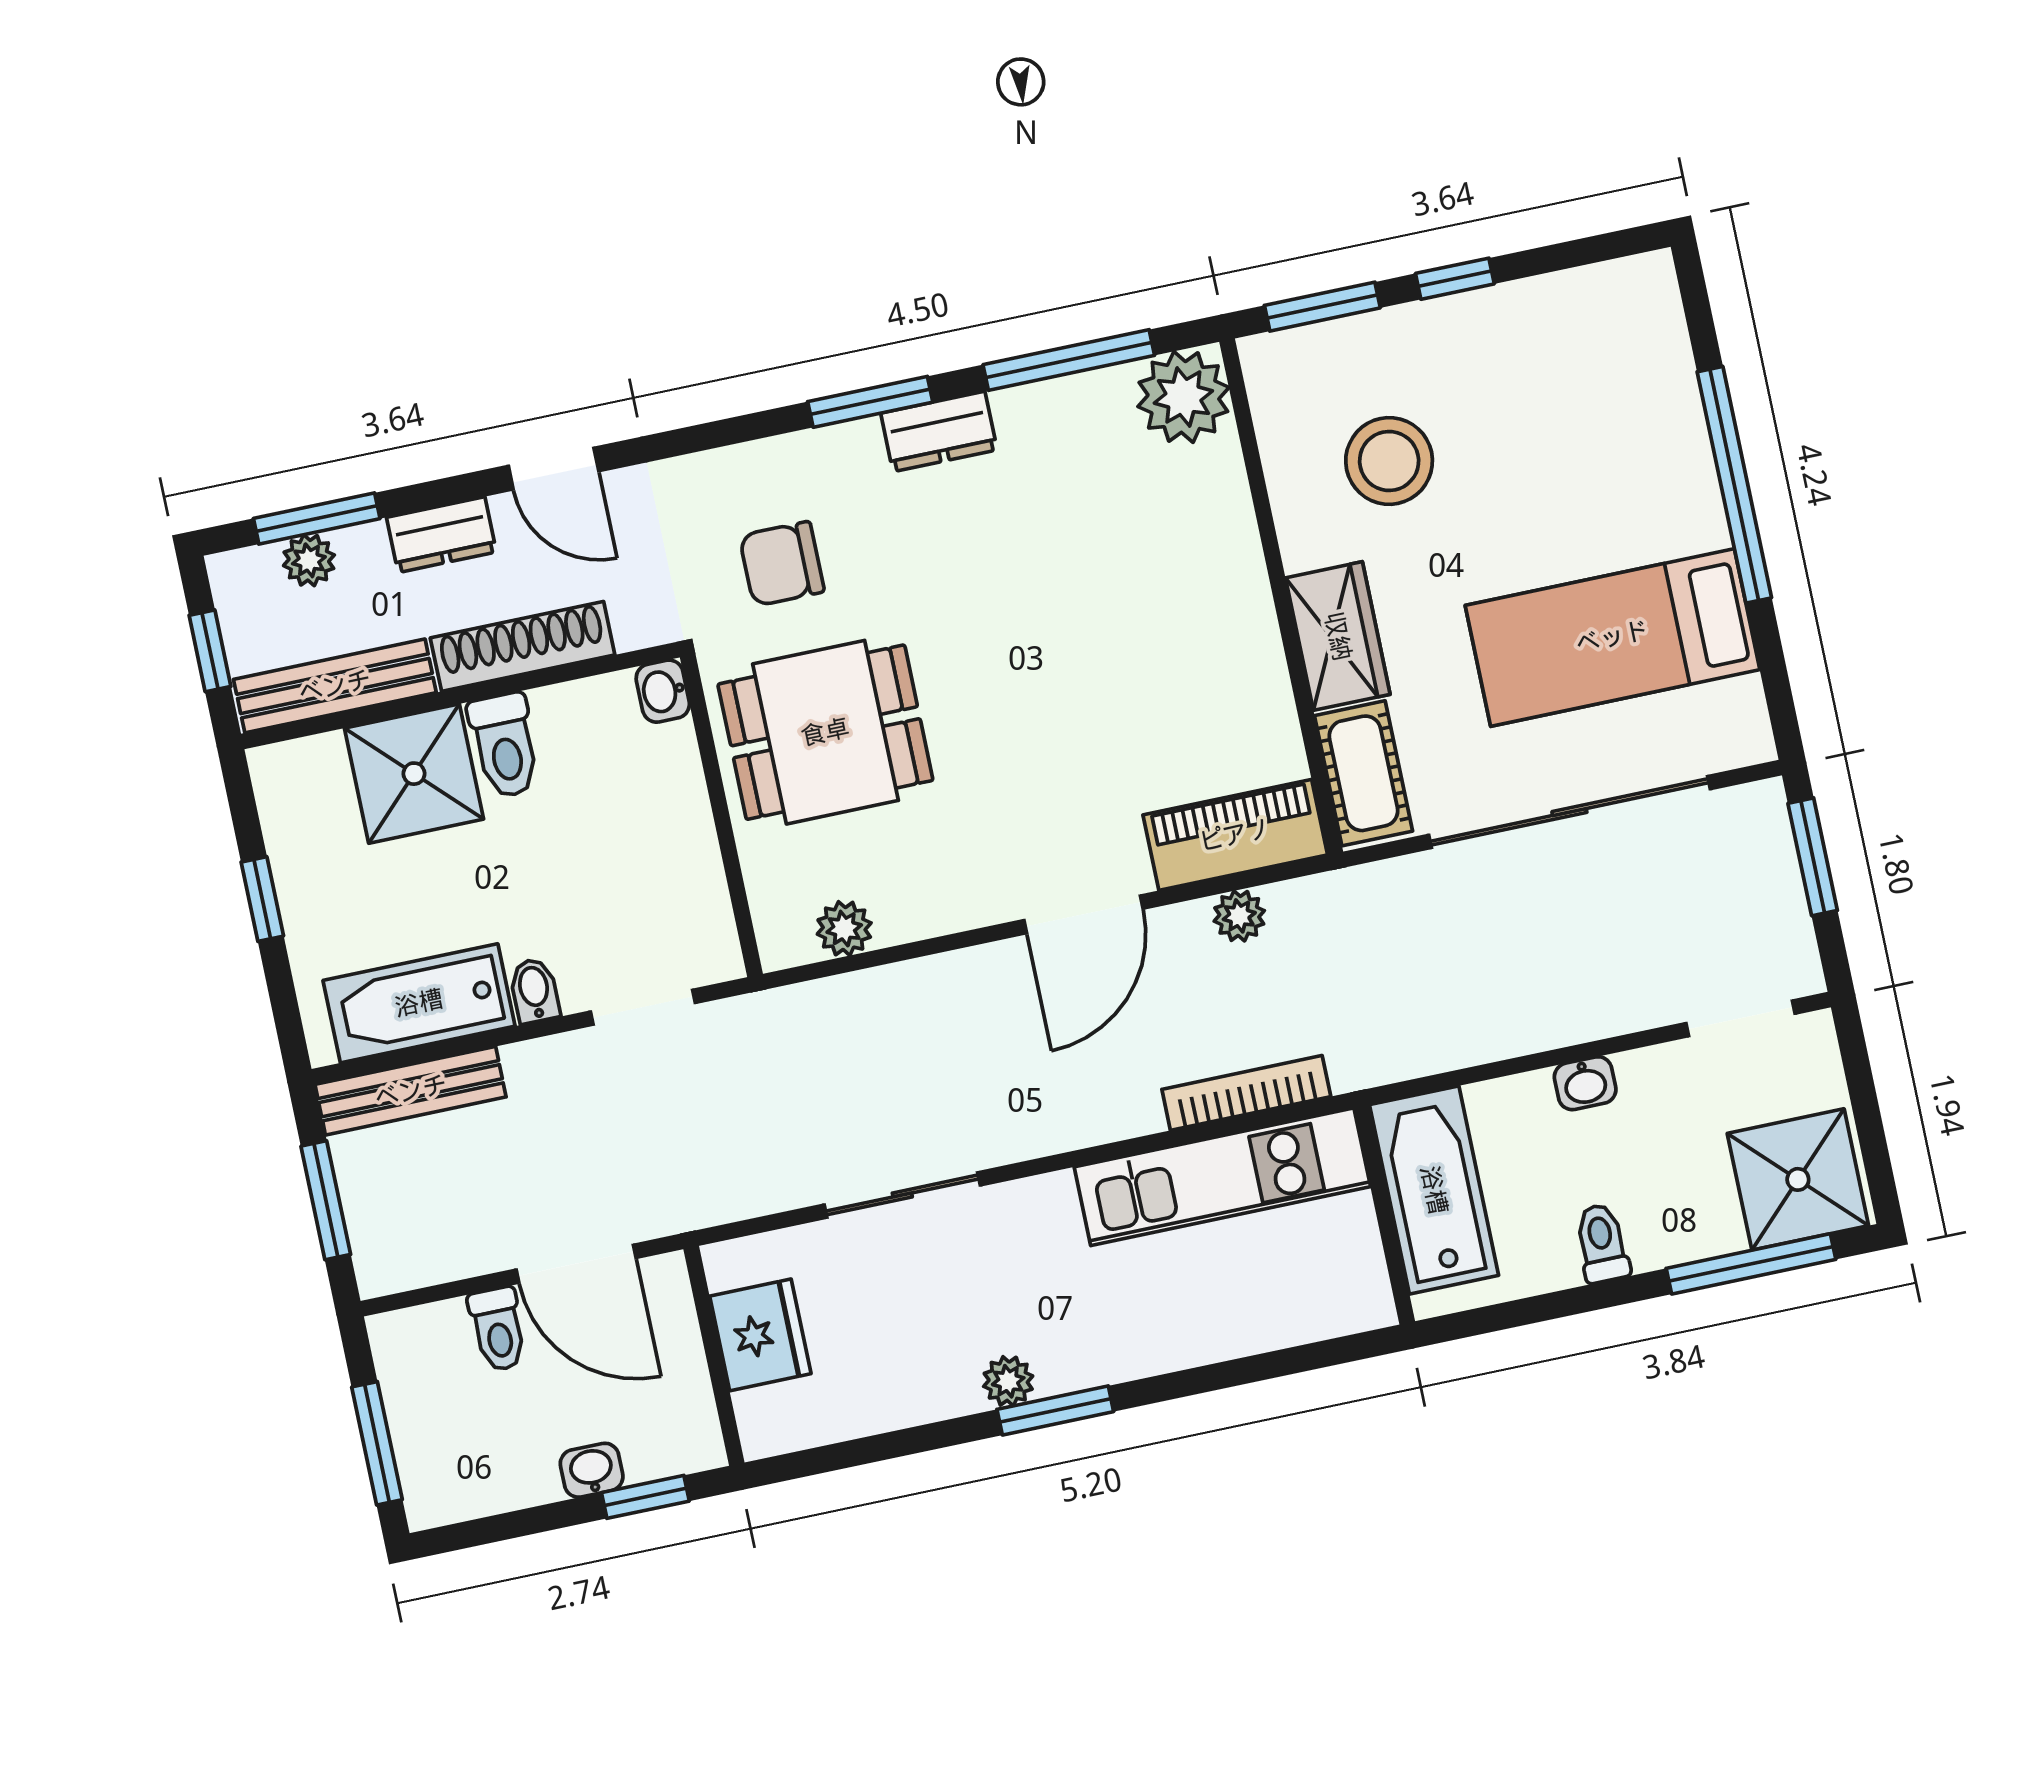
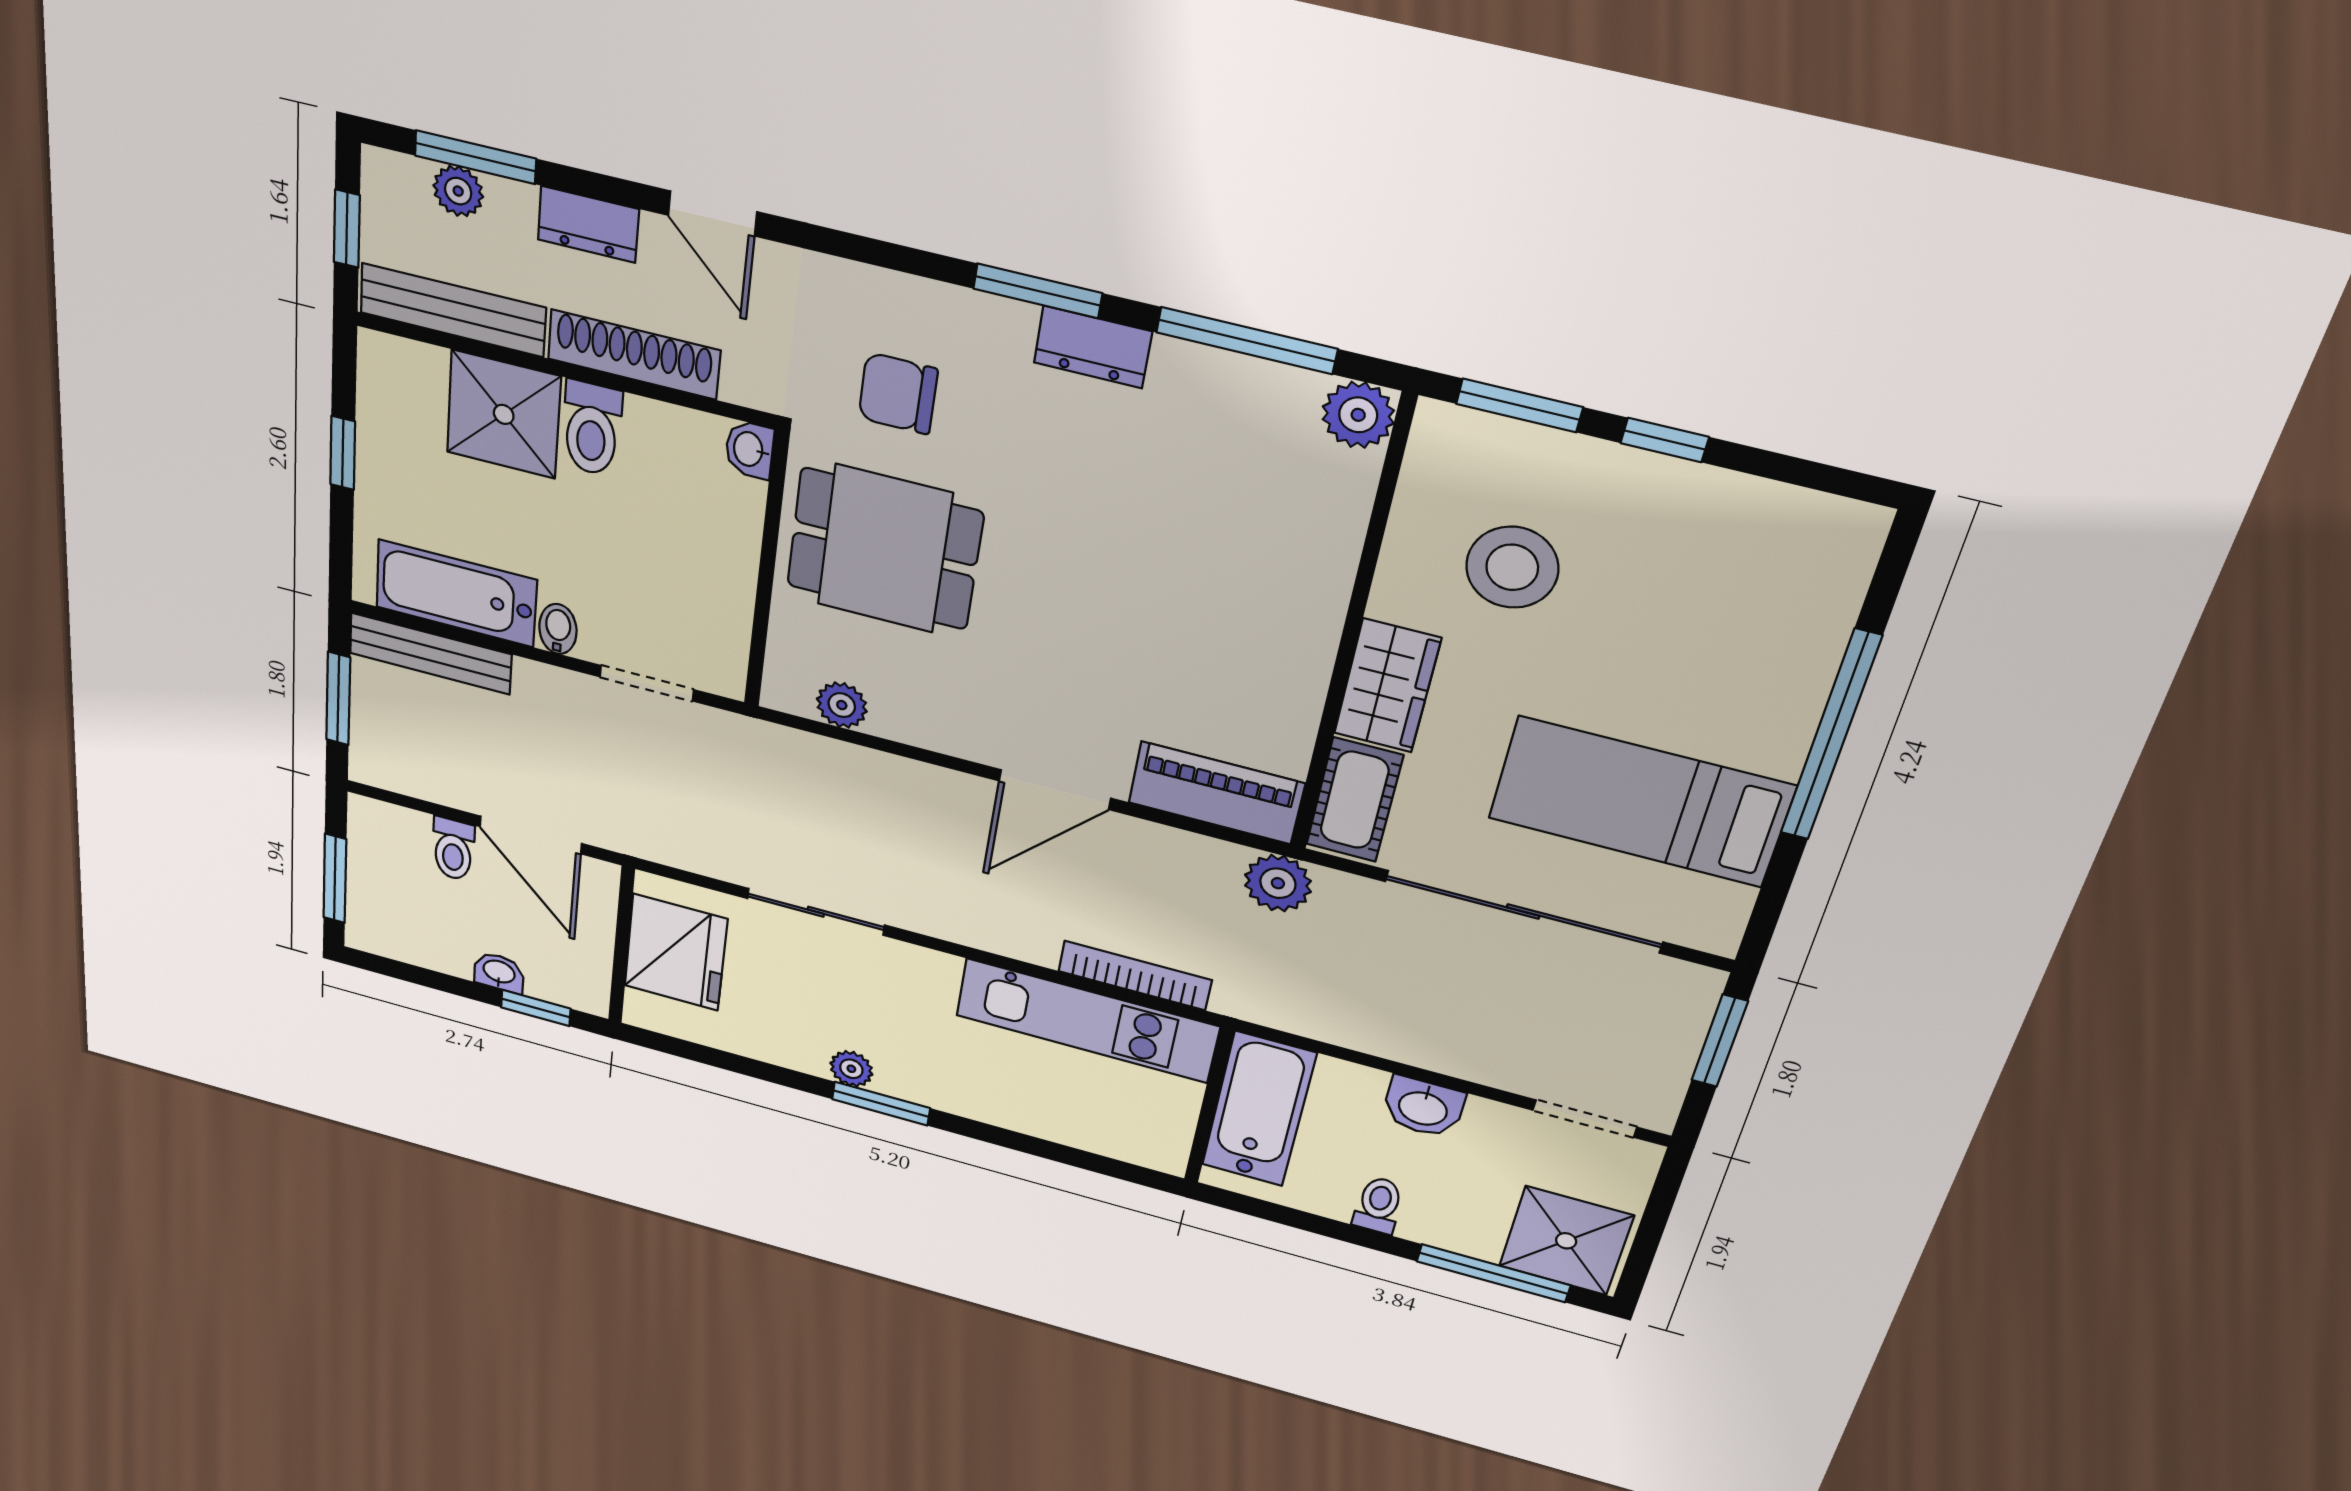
plant: (1183, 397) -> (1358, 415), width x0.73, depth x0.73
plant: (1239, 916) -> (1278, 883), moved, width x1.38, depth x1.38
washbasin: (1585, 1083) -> (1423, 1107), width x1.38, depth x1.45
fridge: (760, 1335) -> (676, 952), width x1.36, depth x1.34

